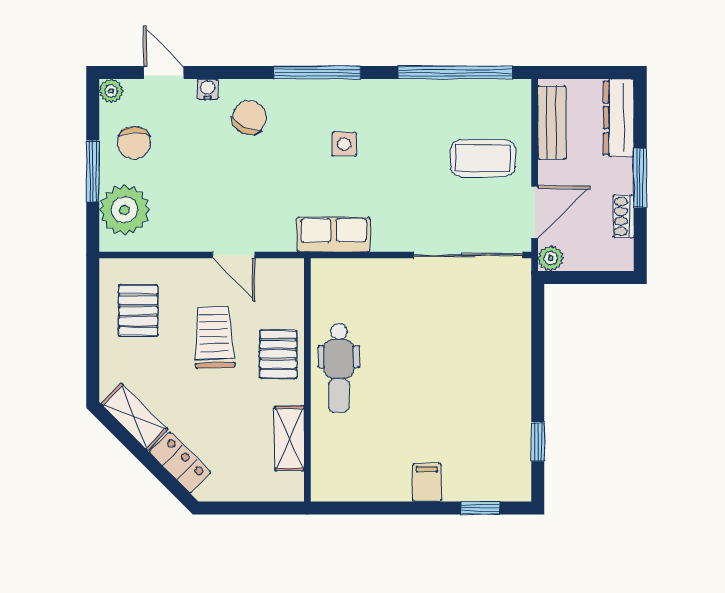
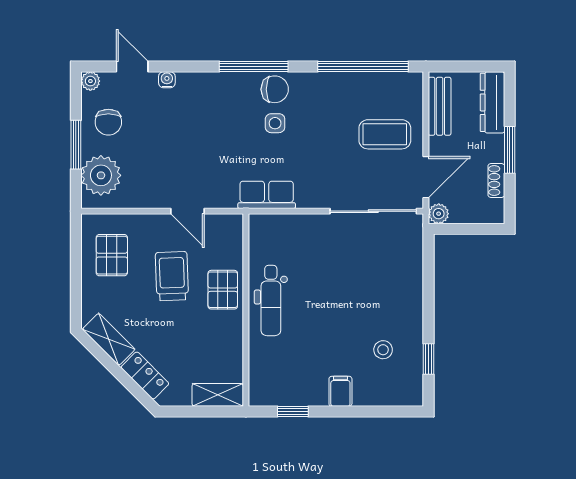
chair: (249, 118) -> (275, 89), moved, turned 65
stool: (481, 430) -> (383, 350), added
shelving: (290, 439) -> (218, 395), moved, turned 90
window: (480, 508) -> (293, 412), moved

